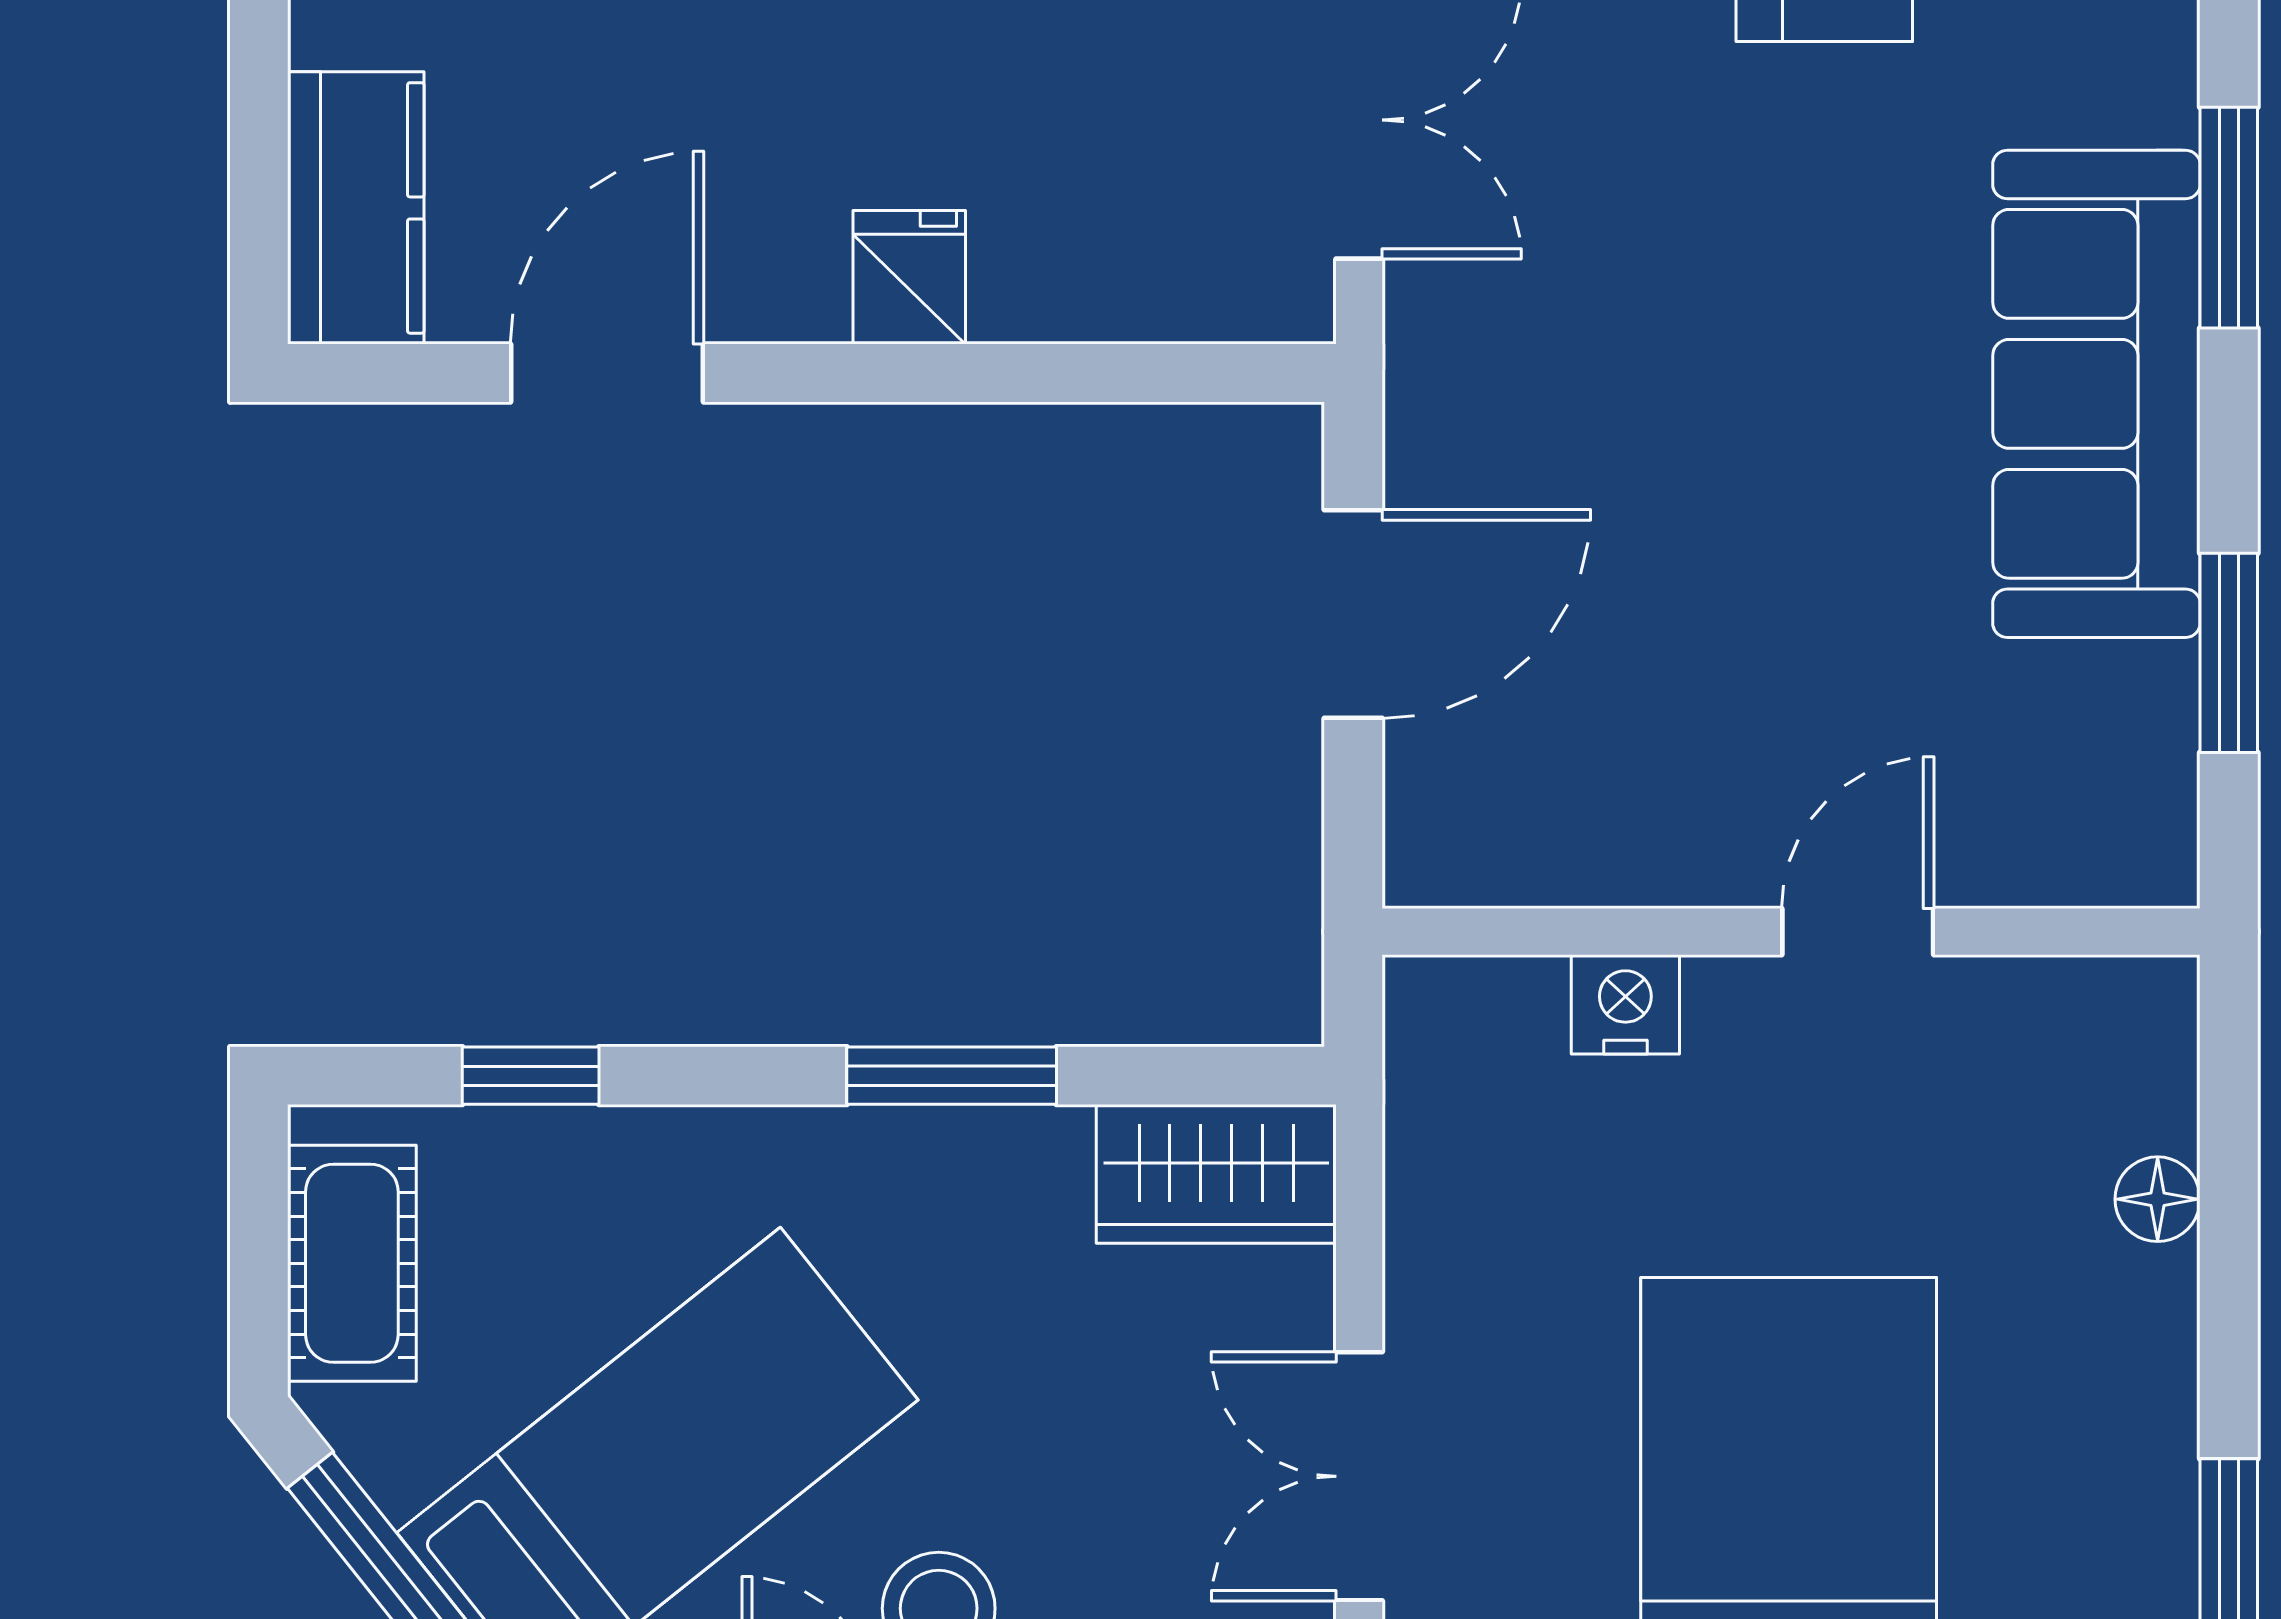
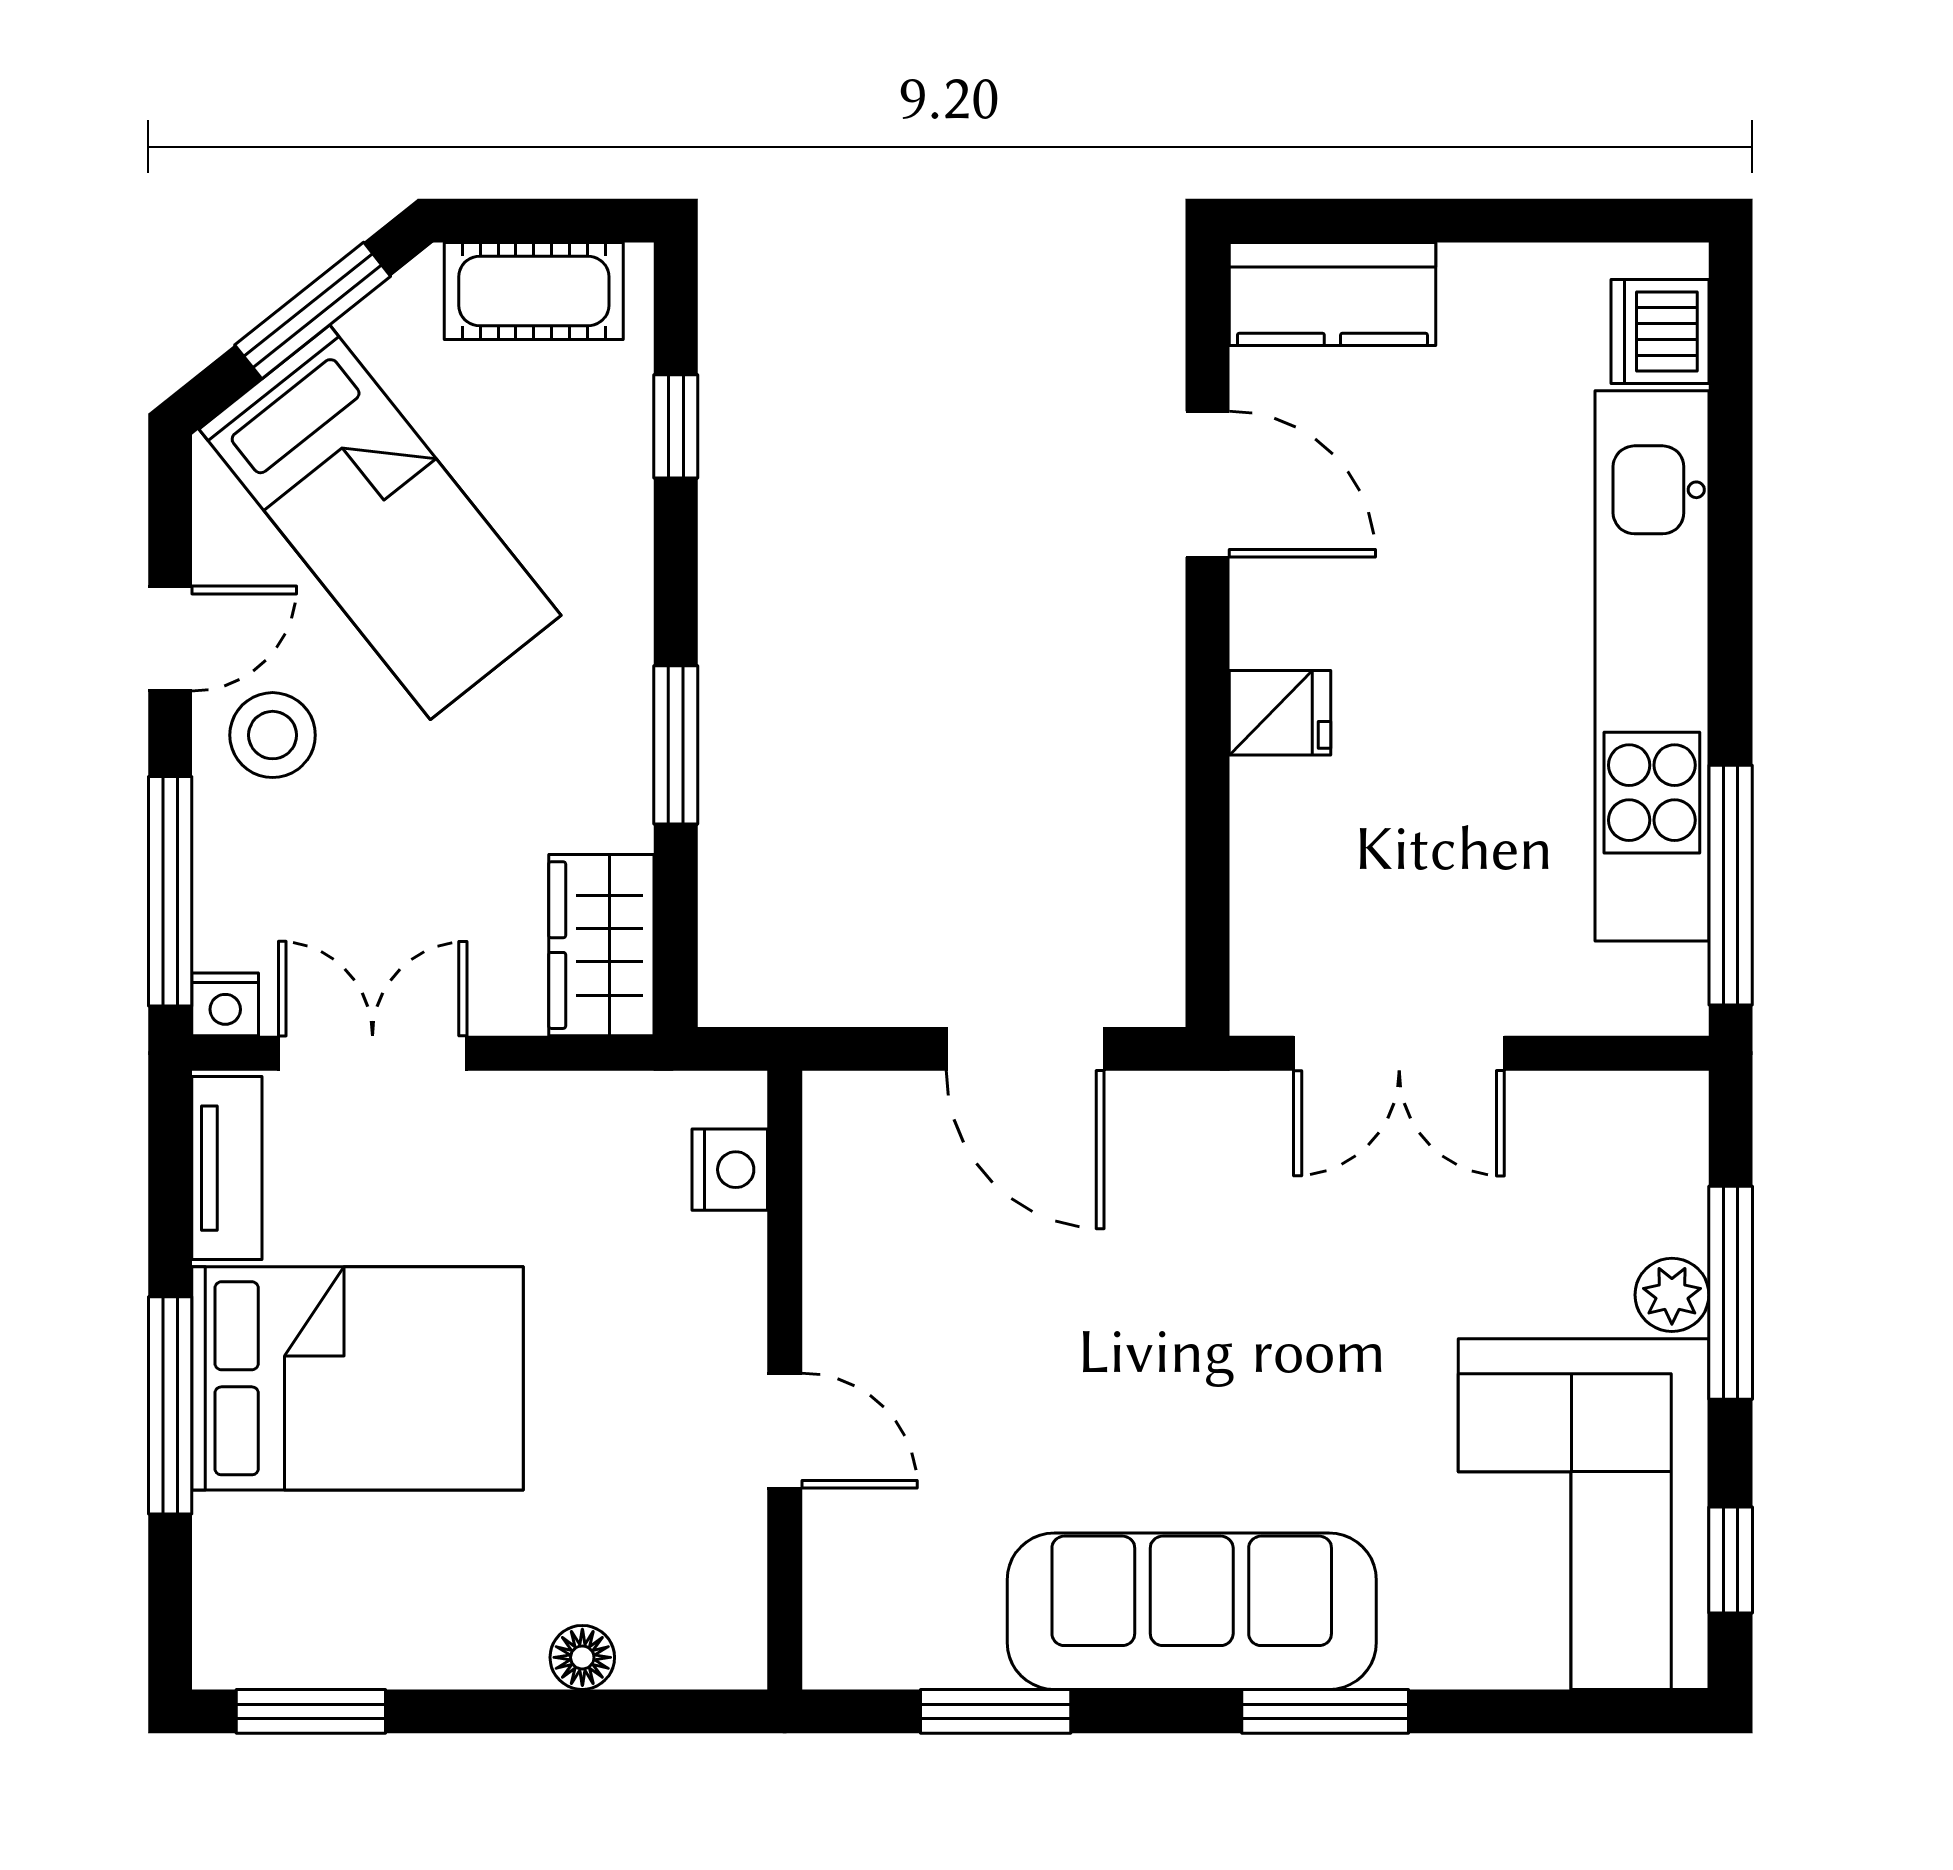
nightstand: (1625, 1004) -> (730, 1170), moved

